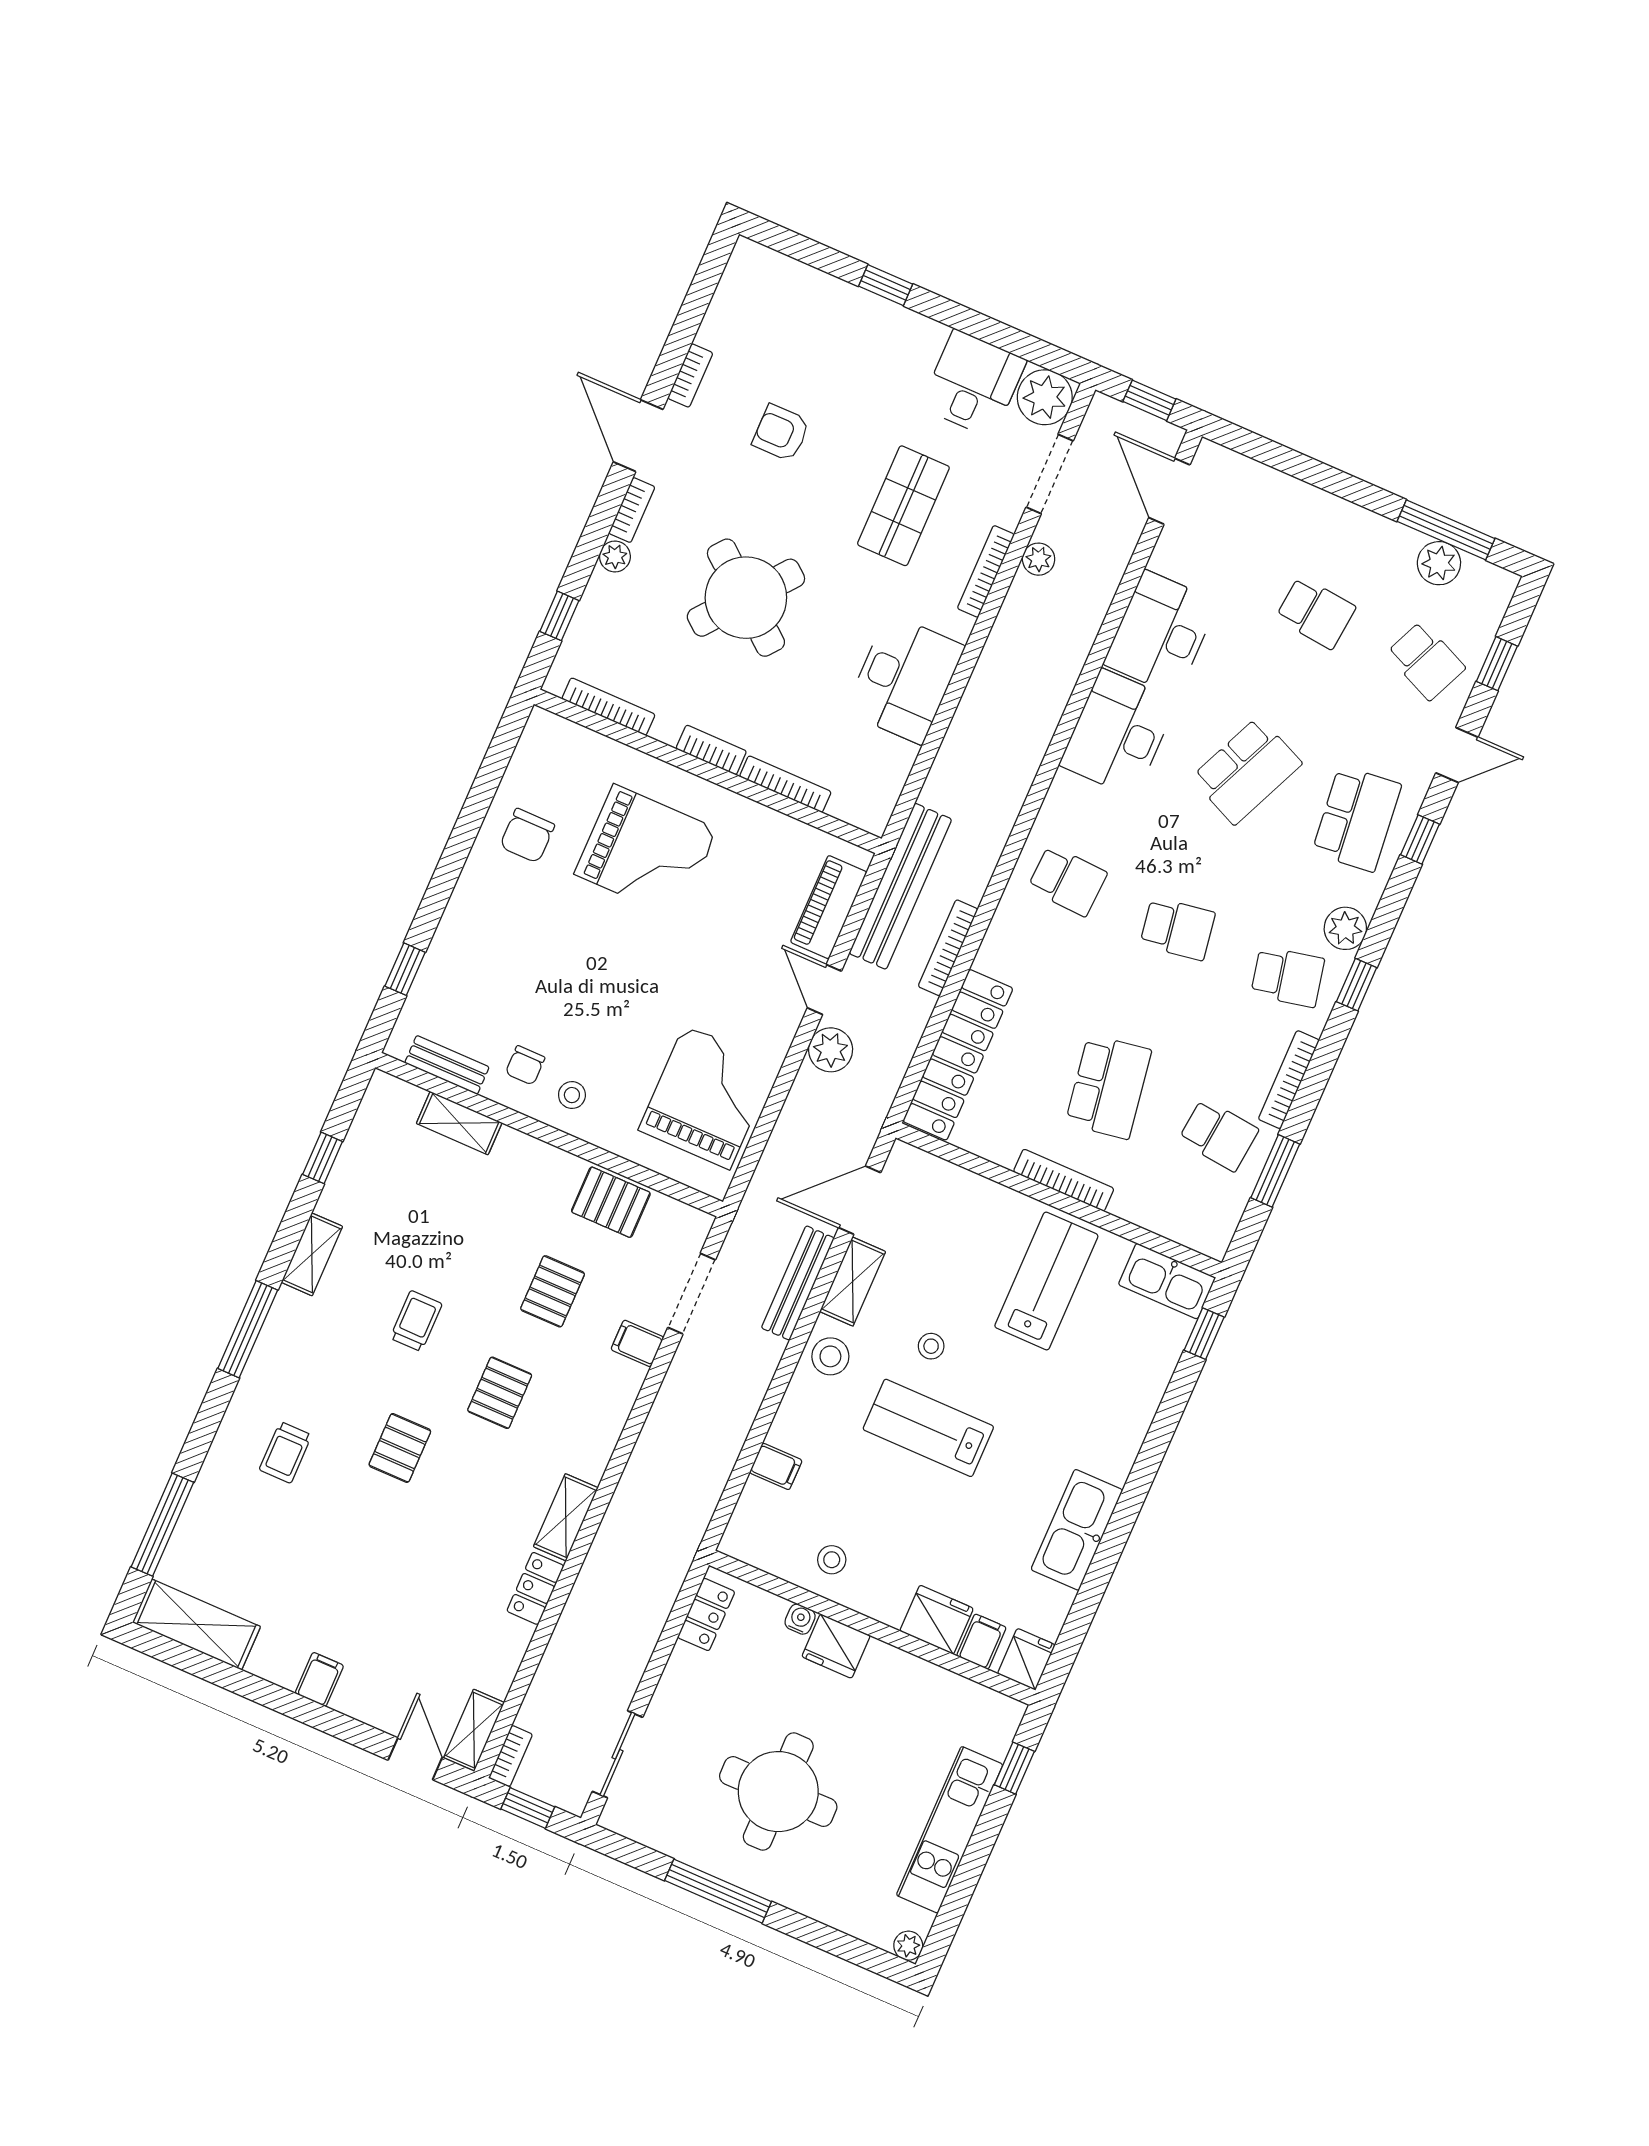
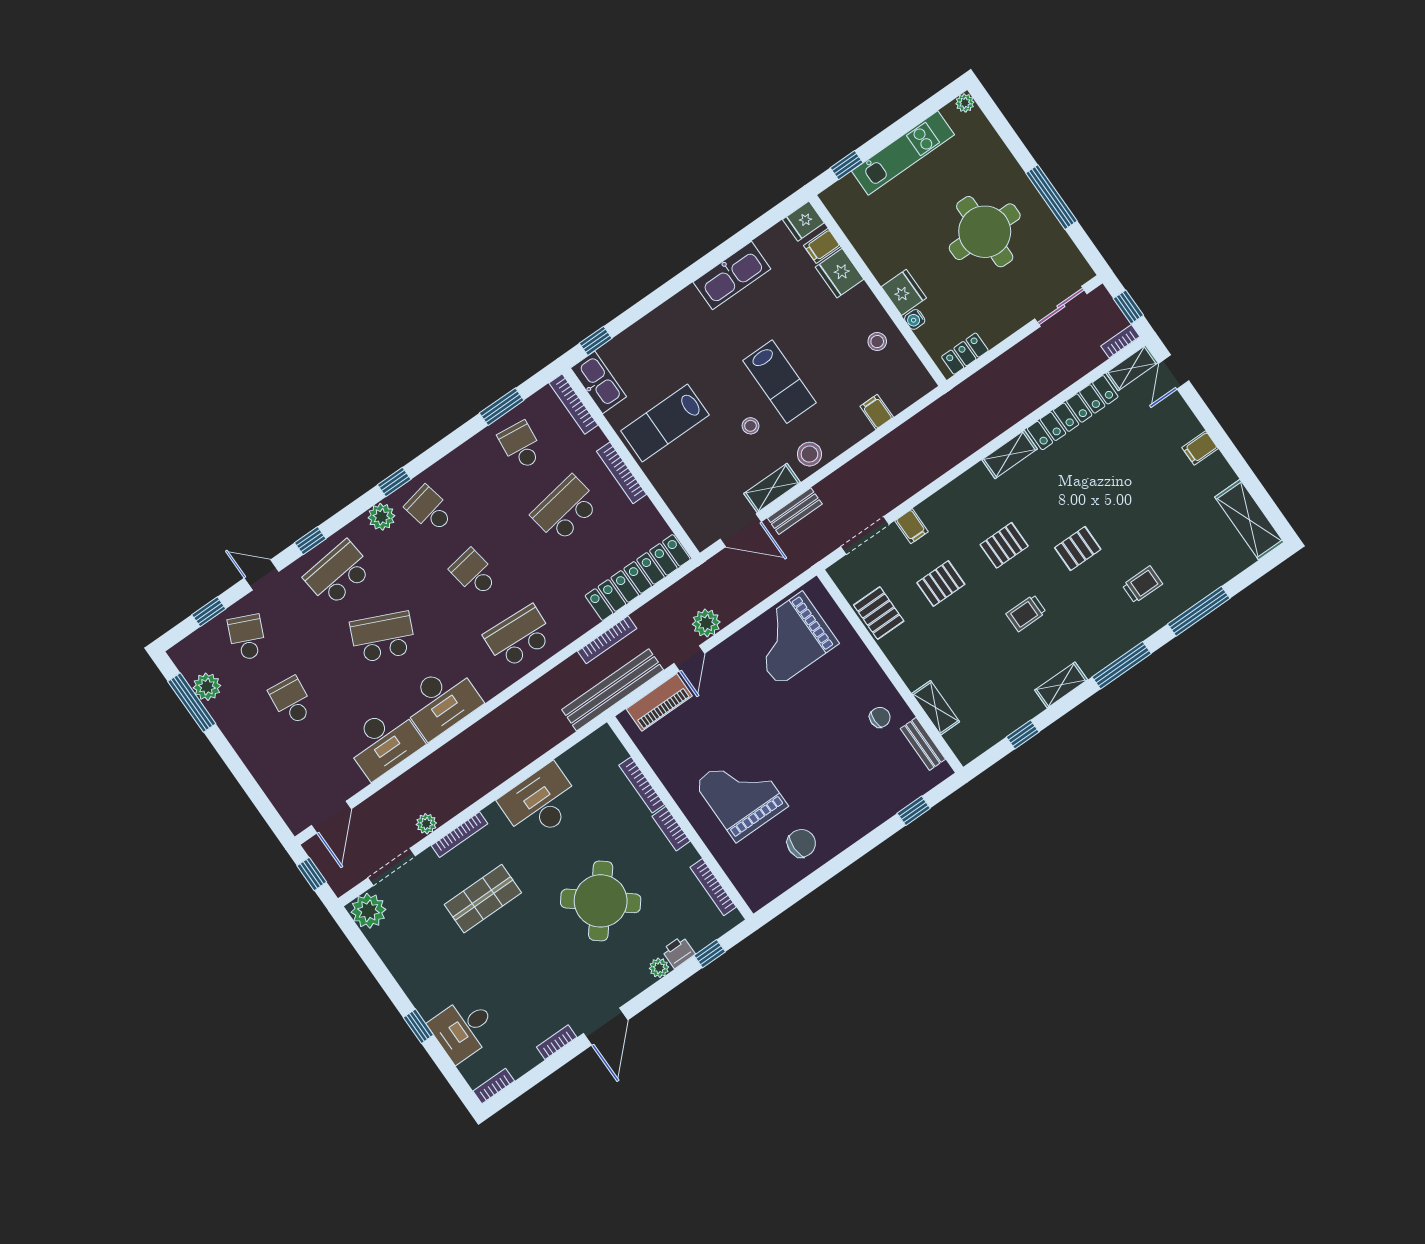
desk: (973, 384) -> (464, 1029), moved
armchair: (781, 433) -> (526, 980), removed
bookcase: (632, 510) -> (494, 1086), moved
printer: (602, 593) -> (678, 952), added
school desk: (1067, 881) -> (519, 637), width x1.85
bookcase: (1289, 1080) -> (574, 404), moved, turned 90
stool: (572, 1095) -> (864, 685), removed
bench: (798, 1283) -> (795, 511), width x0.73
window: (162, 1525) -> (1199, 611), moved
locker: (535, 1588) -> (1073, 413), width x2.16, depth x1.21

